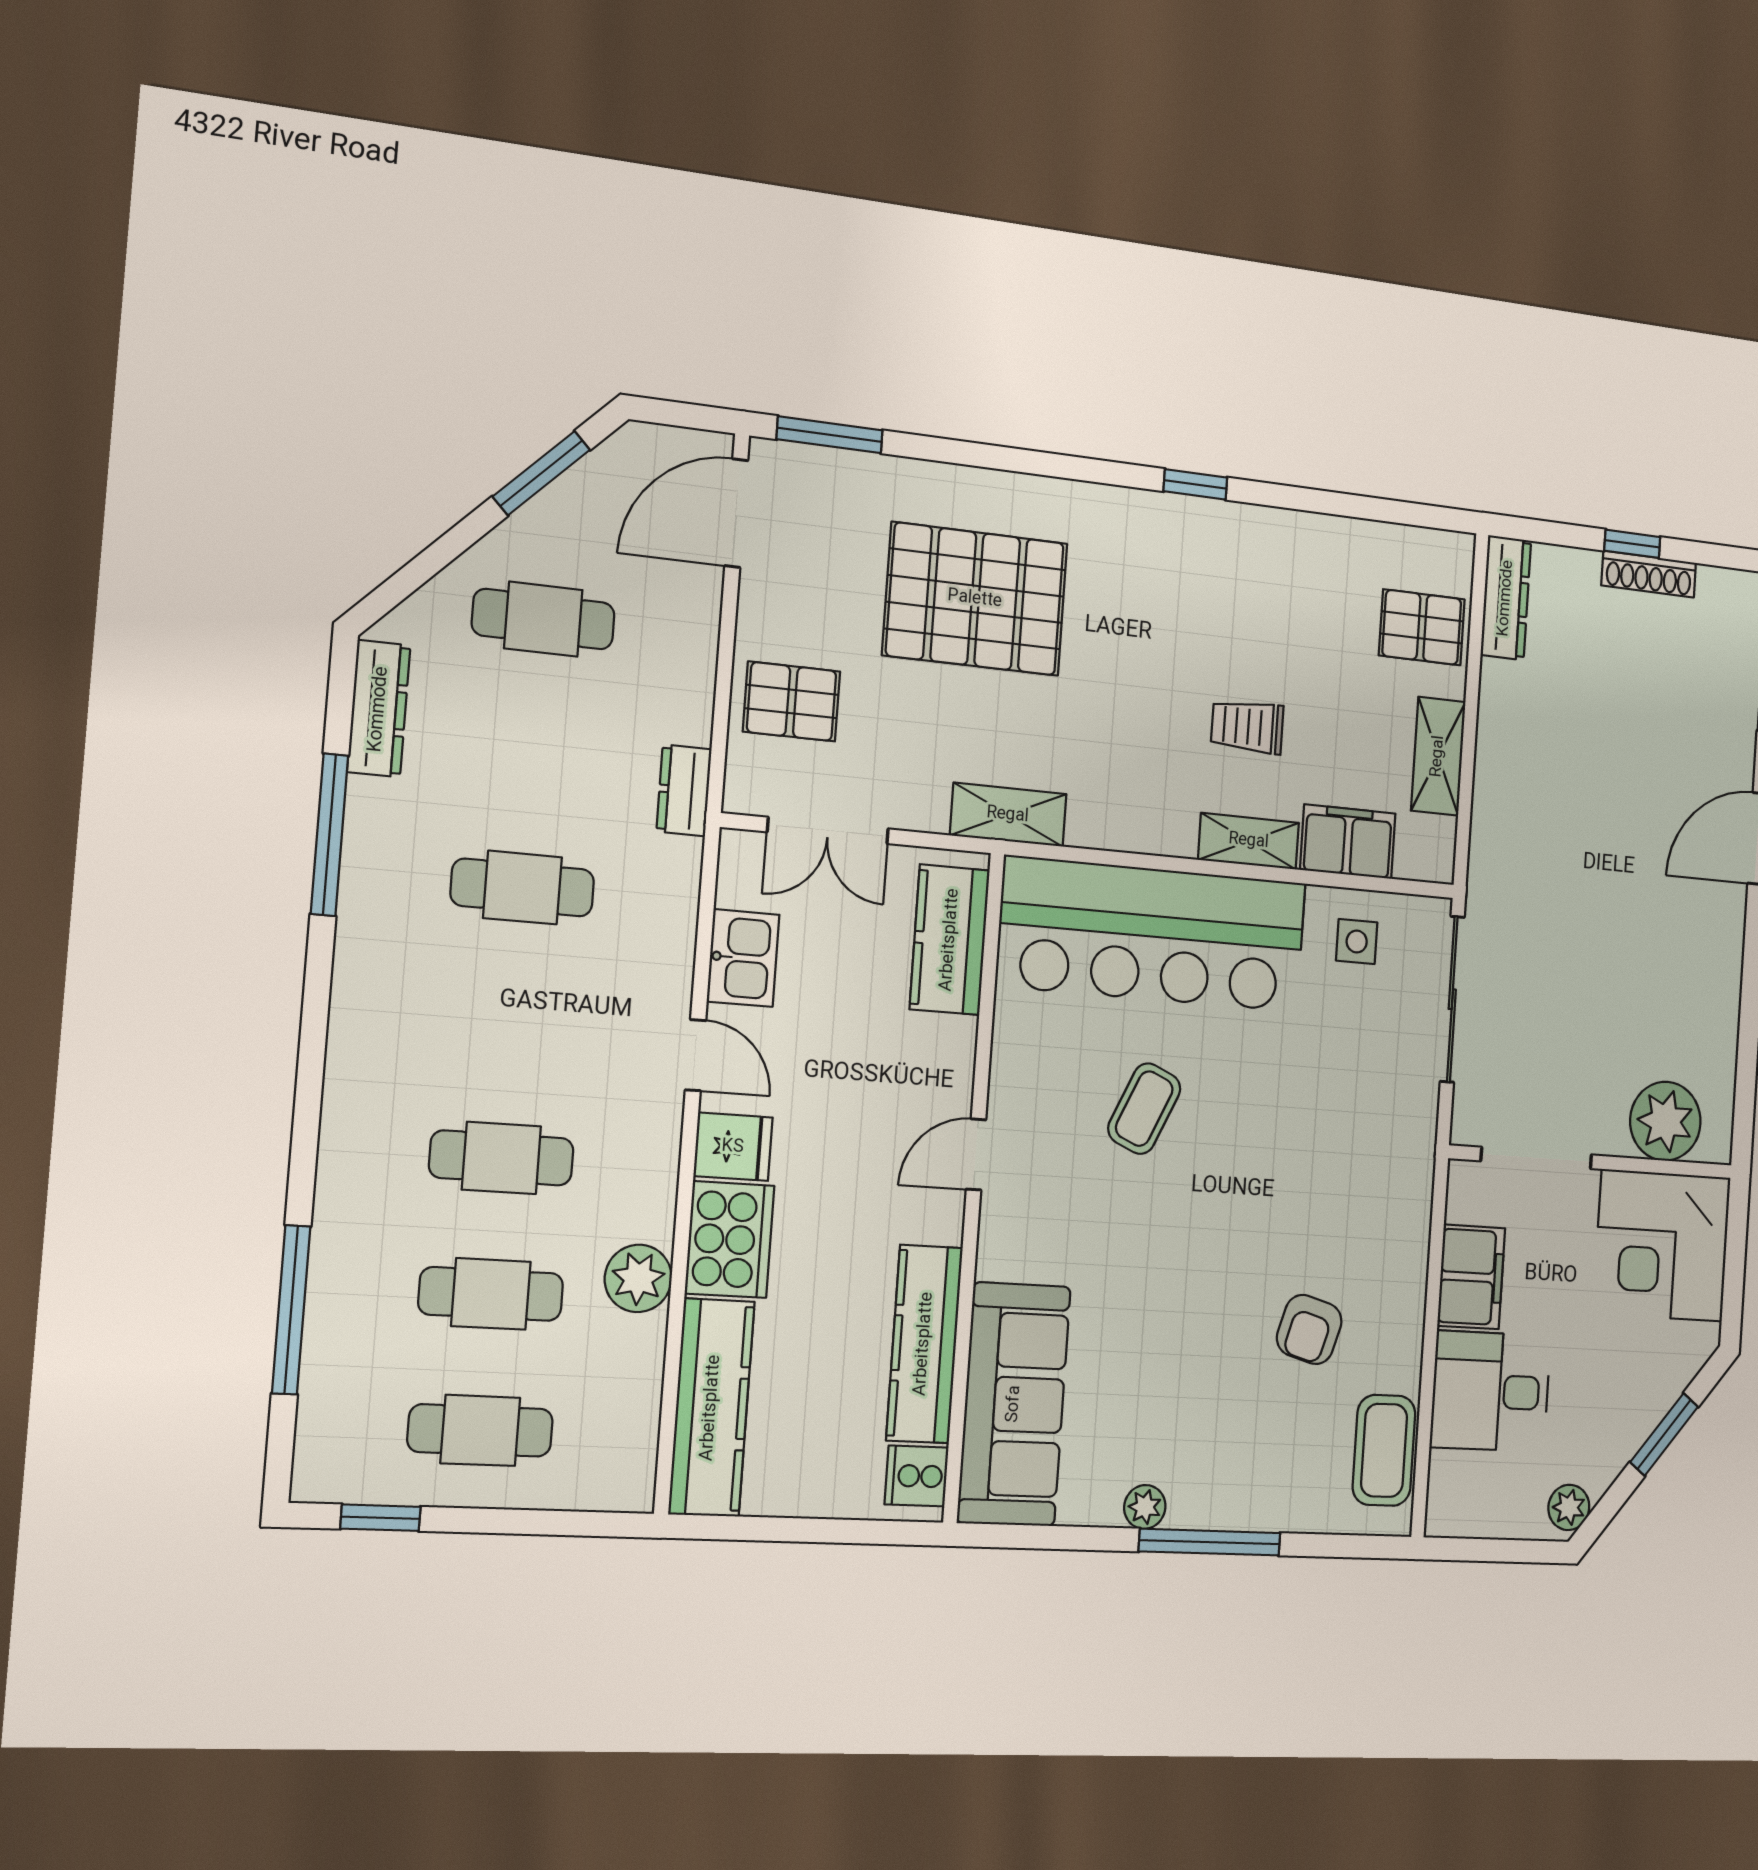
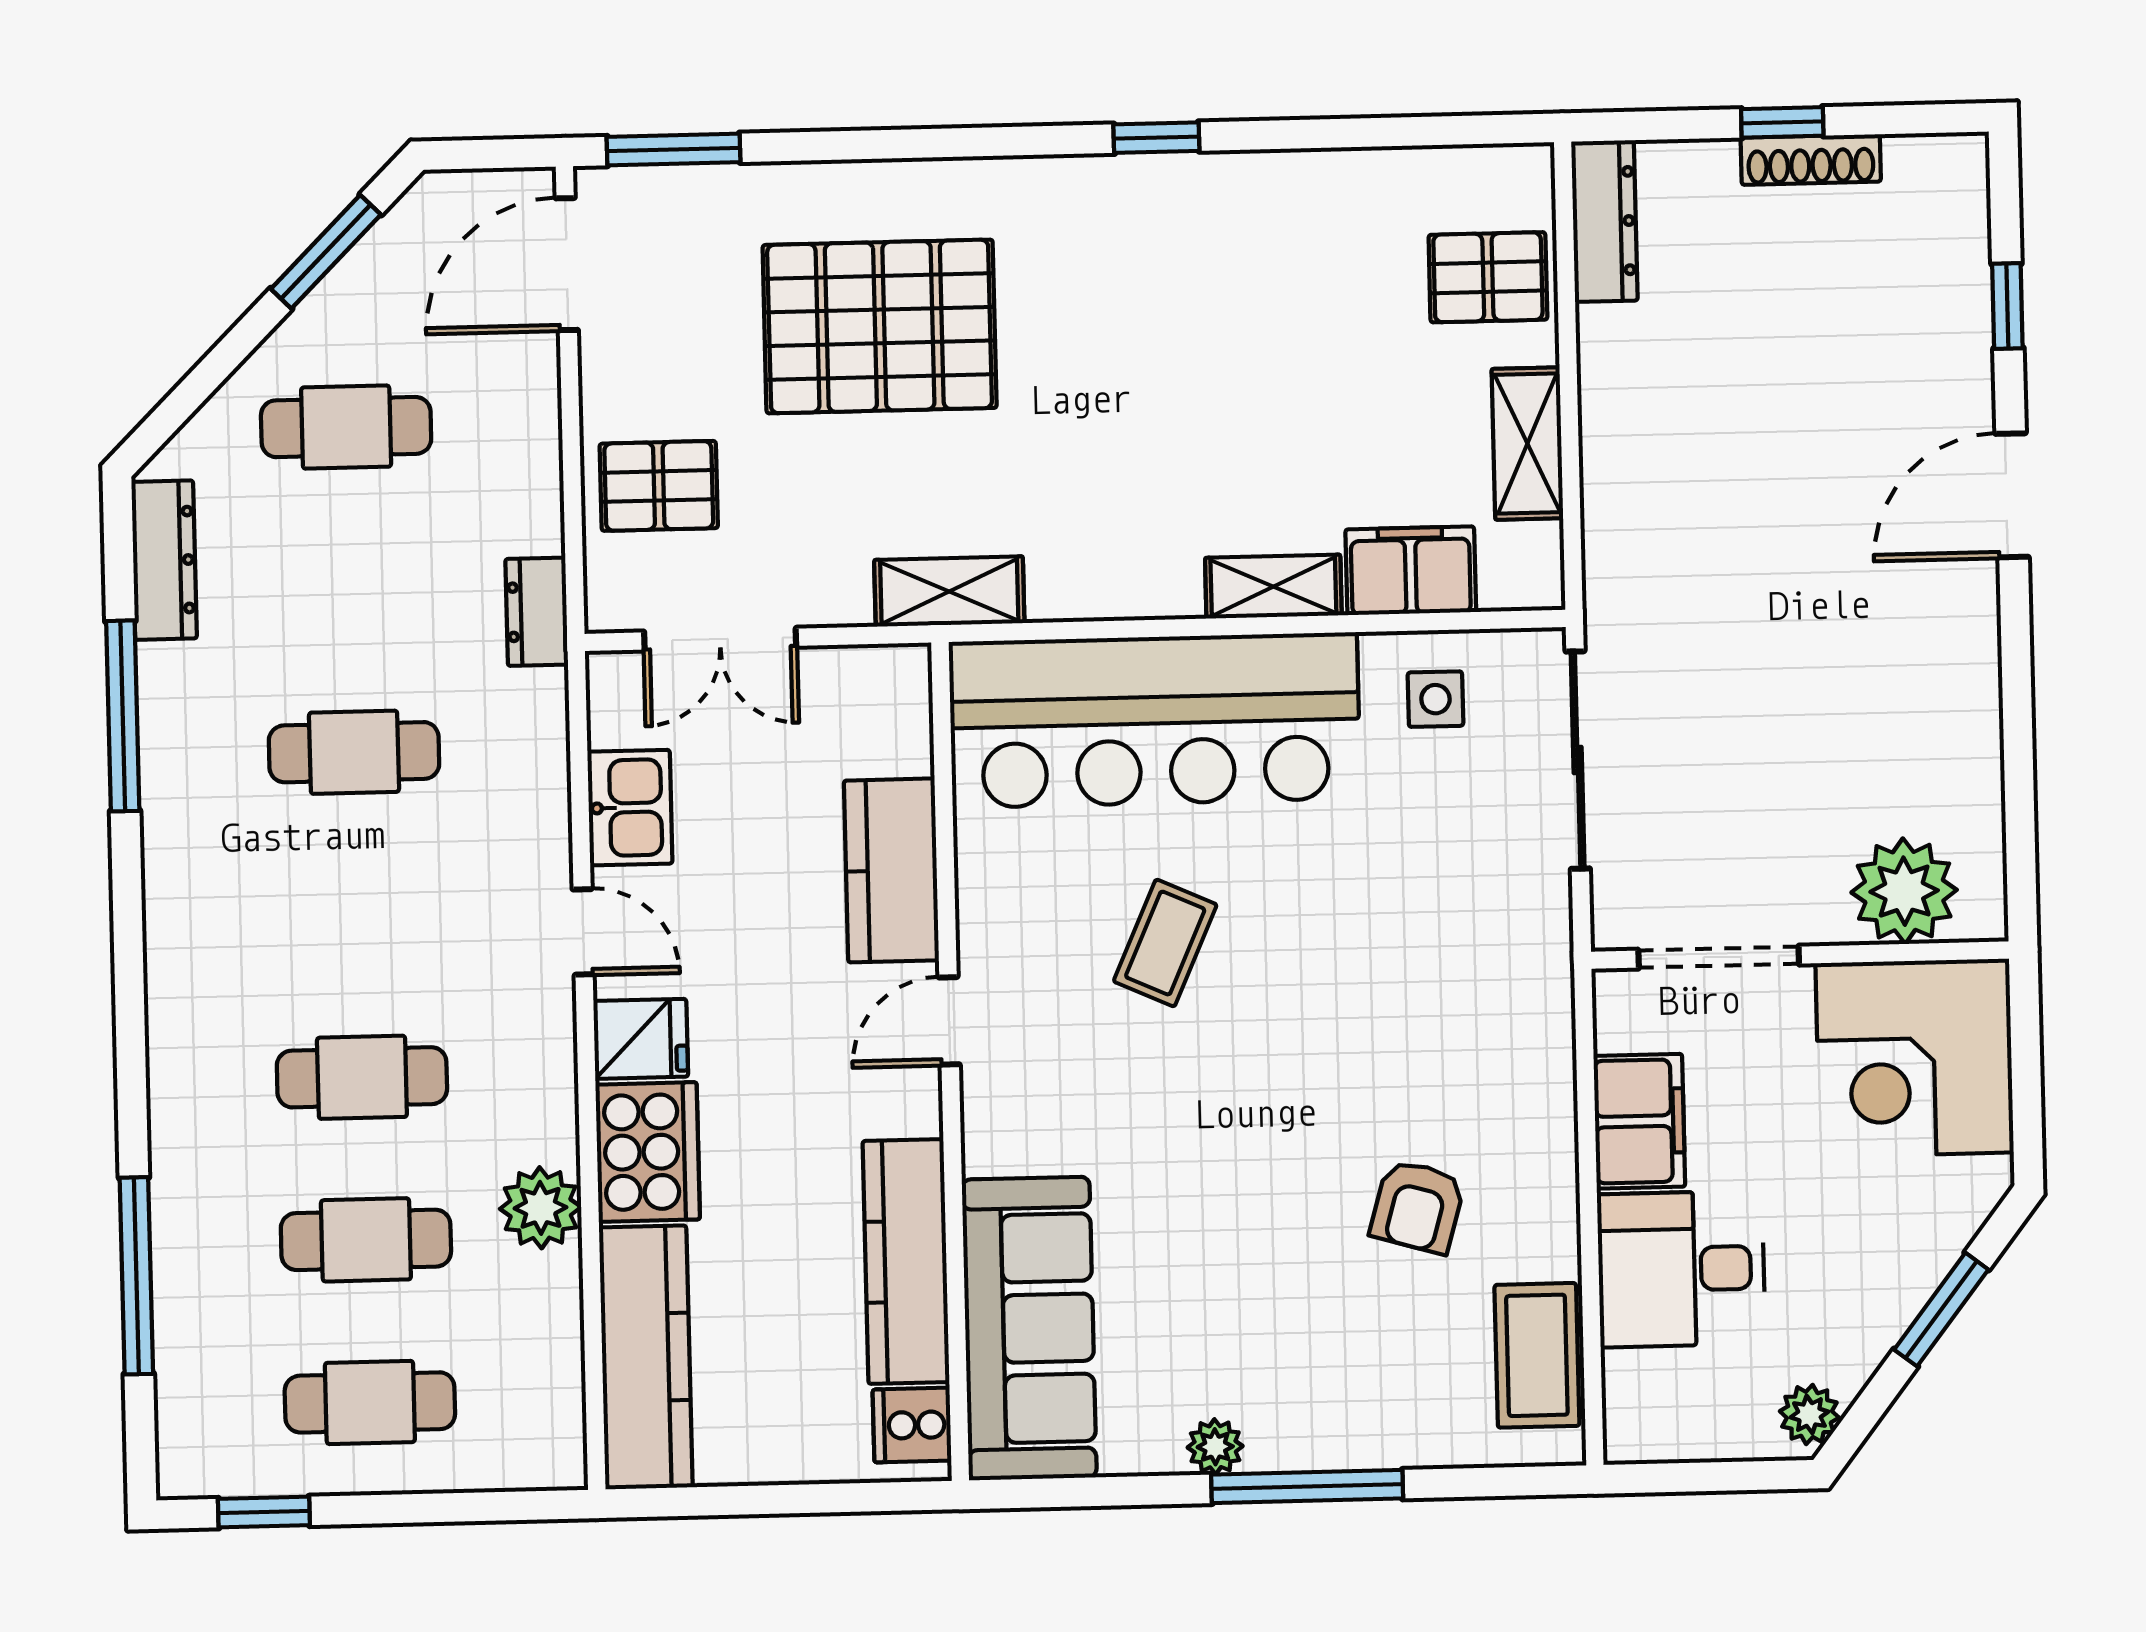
trolley: (1247, 727) -> (1257, 439), removed
kitchen counter: (950, 940) -> (891, 870), moved

